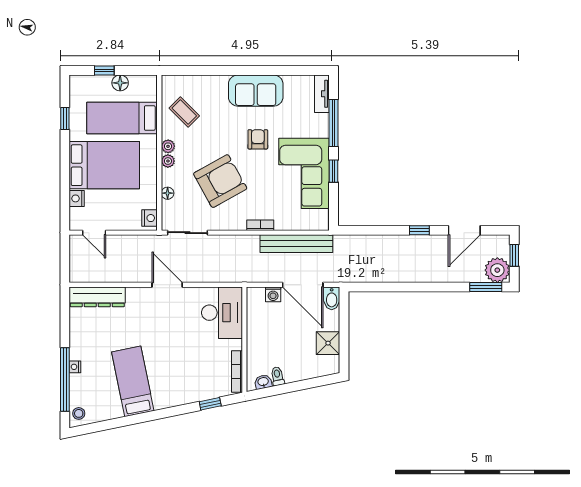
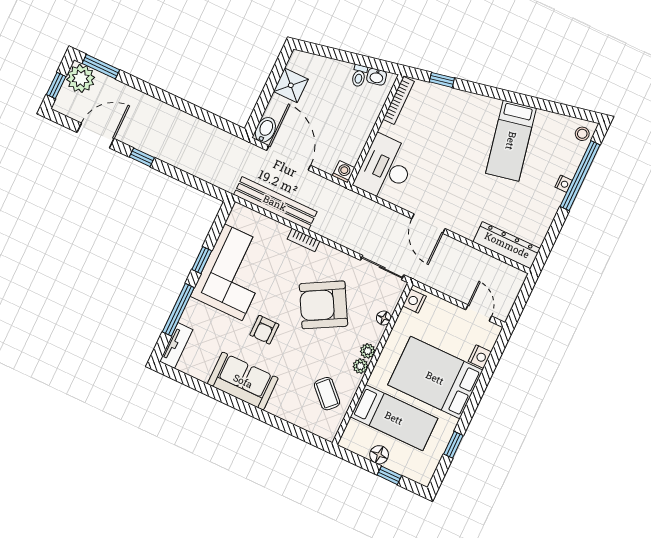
washing machine: (273, 294) -> (344, 172), moved

